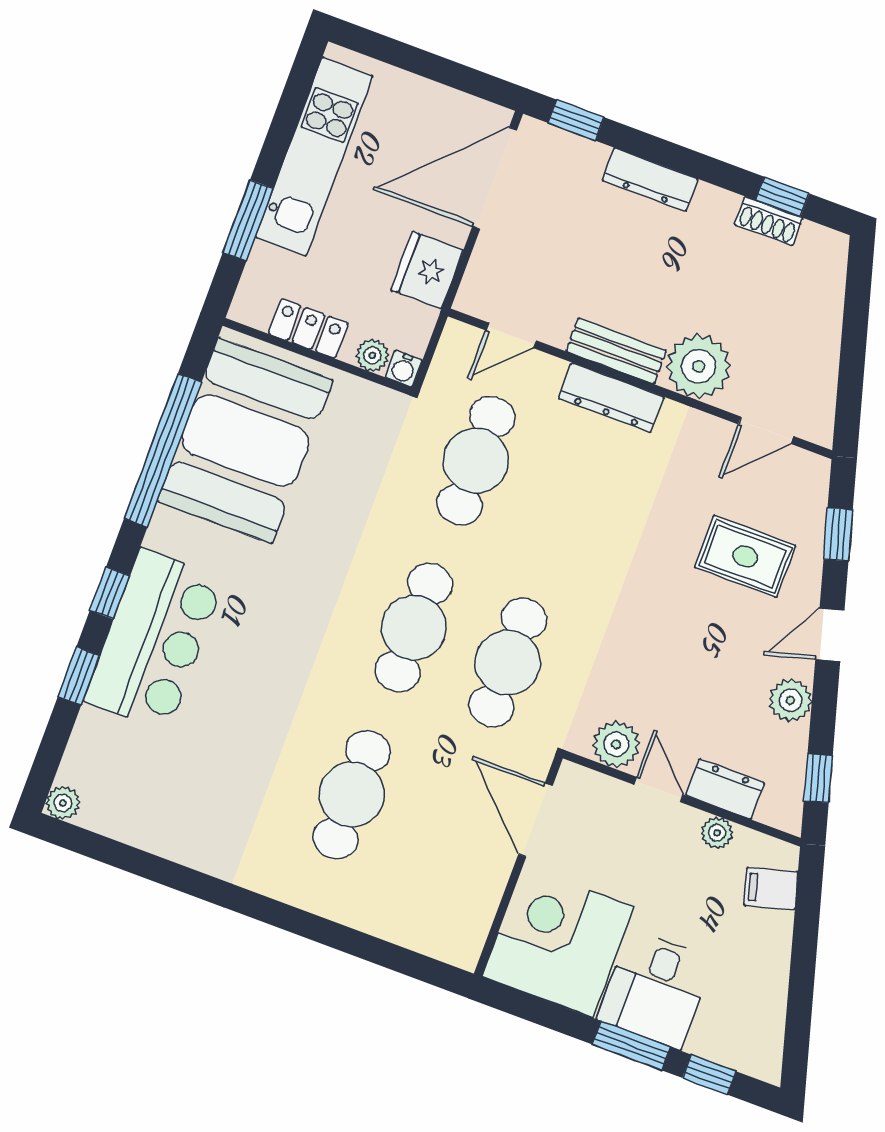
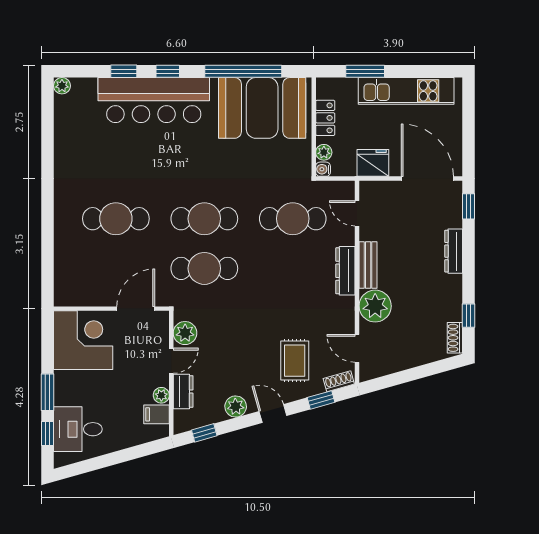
shoe rack: (769, 221) -> (455, 338), moved
shoe rack: (815, 488) -> (339, 381), added
bar counter: (154, 640) -> (154, 100), width x1.36
filing cabinet: (771, 888) -> (157, 414), moved, turned -74
desk: (655, 989) -> (78, 429), moved

